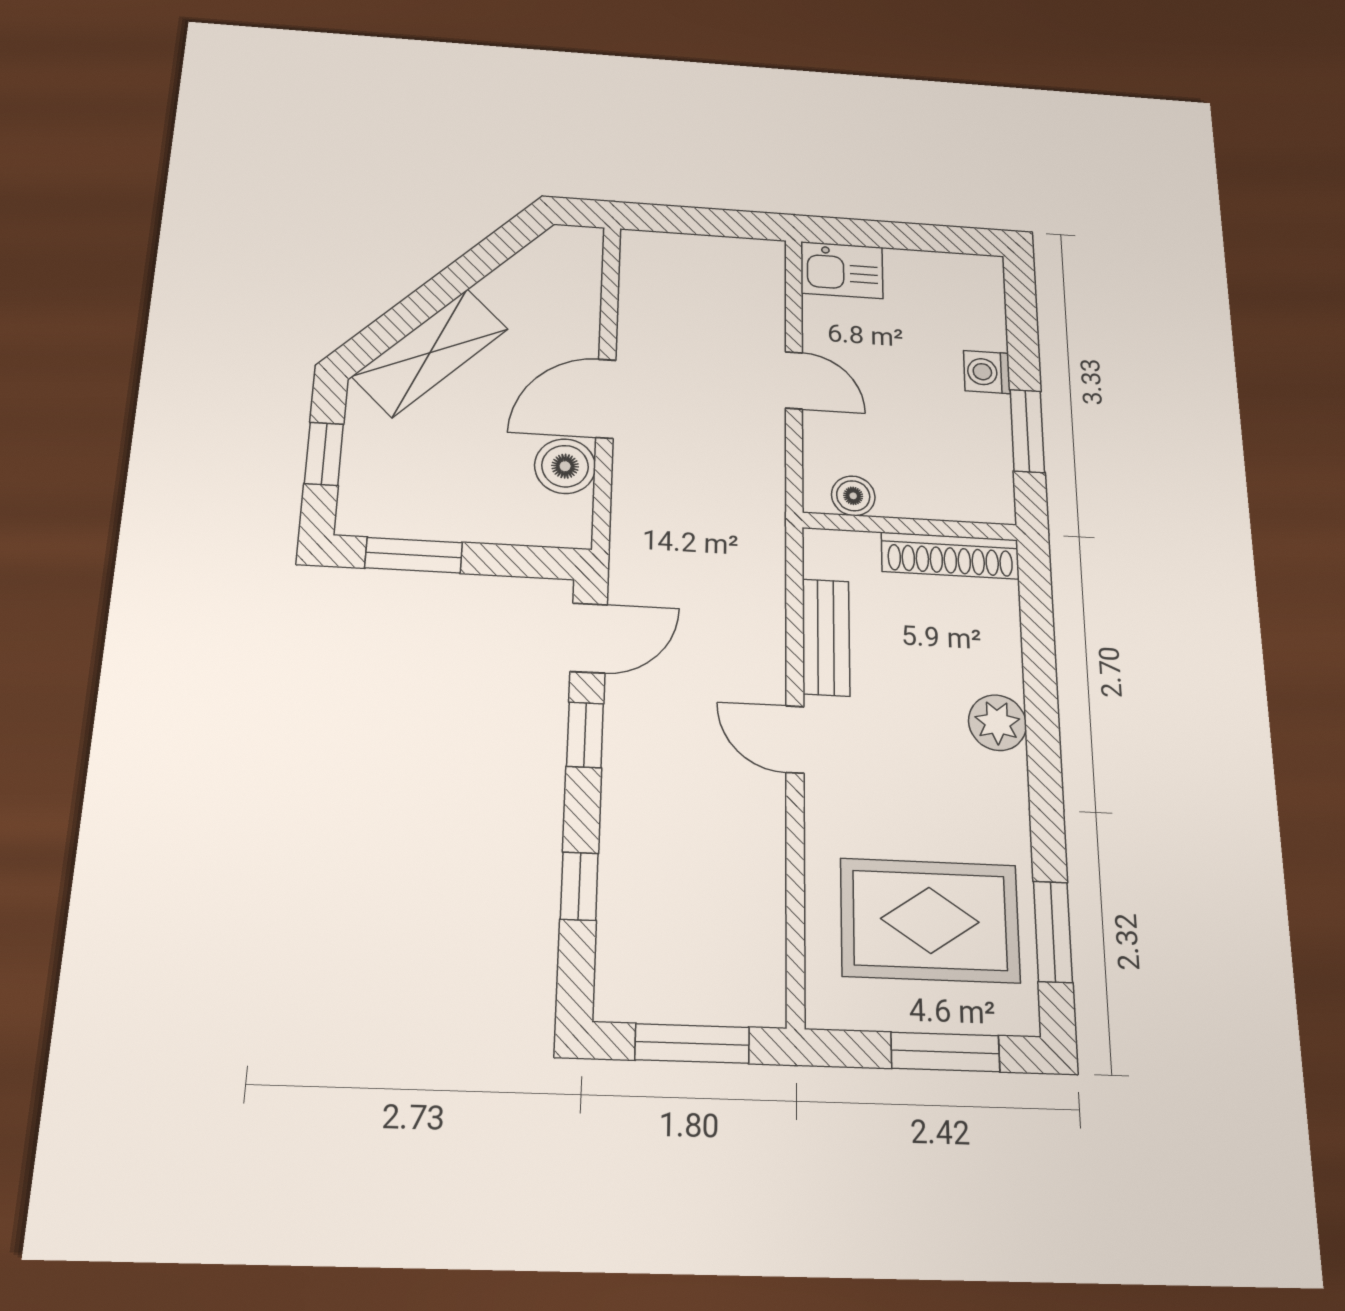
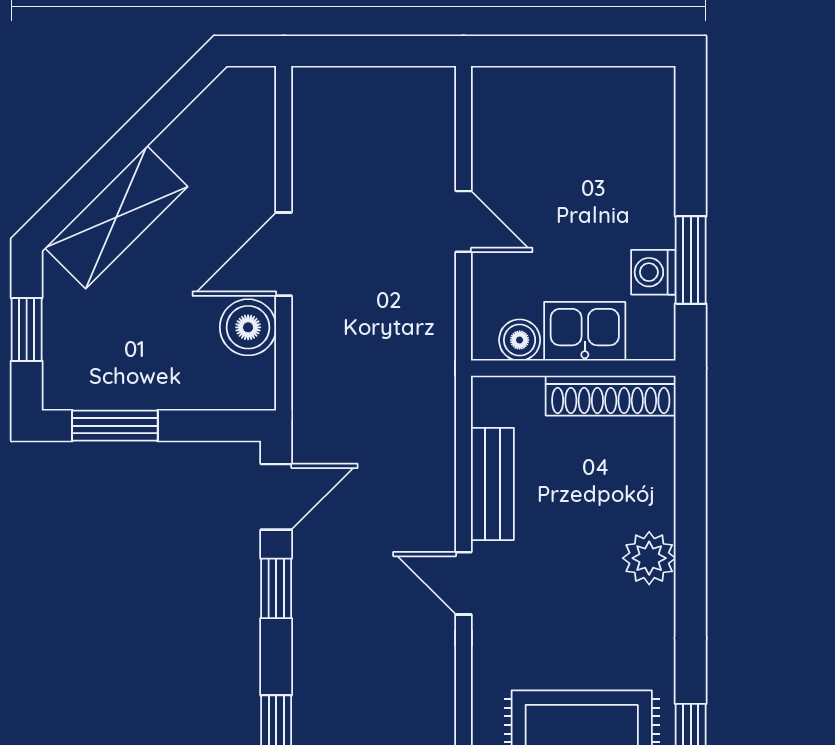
kitchen sink: (842, 270) -> (585, 331), moved, turned 180
washing machine: (987, 372) -> (653, 272), moved

